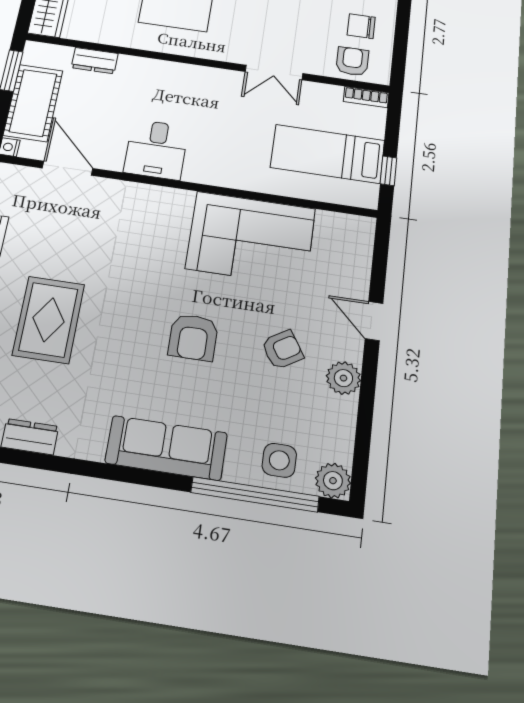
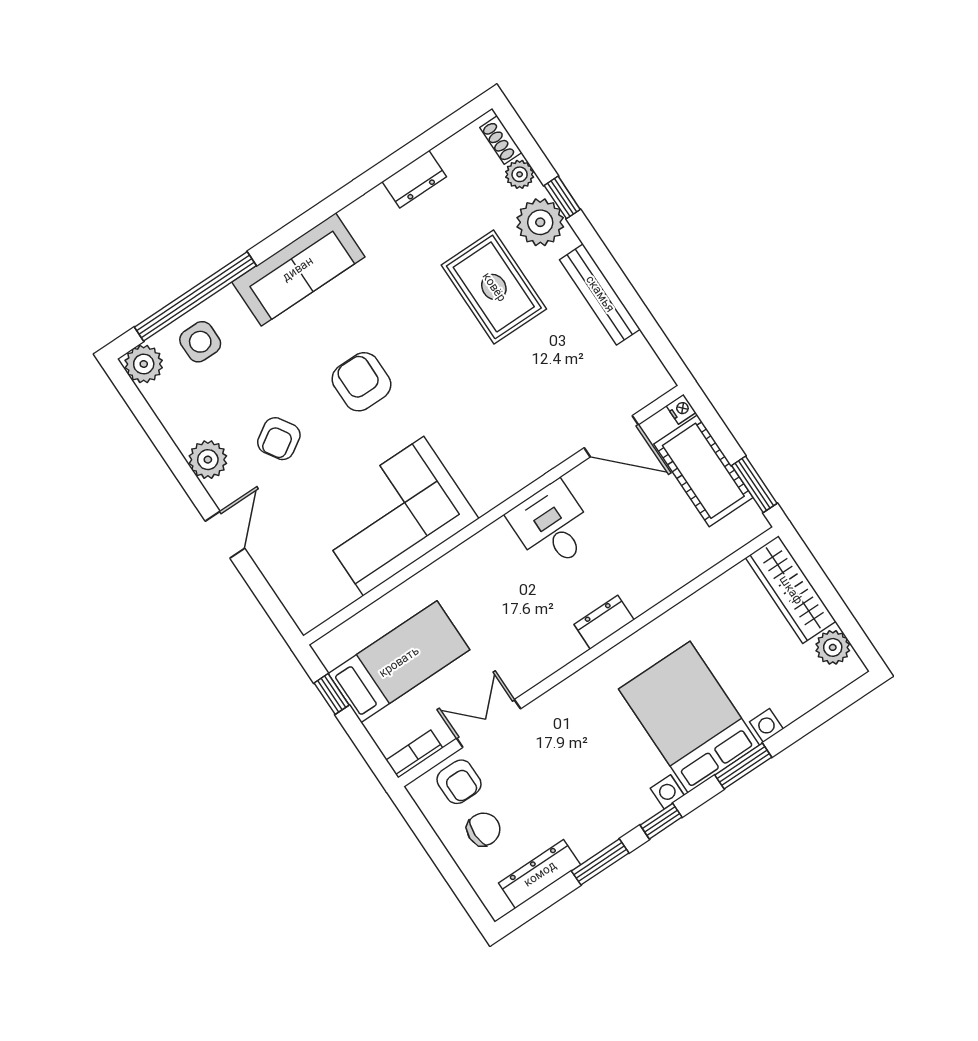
dresser: (95, 61) -> (604, 622), moved
double door: (274, 72) -> (489, 724), moved
door: (374, 321) -> (225, 535), hinge flipped

